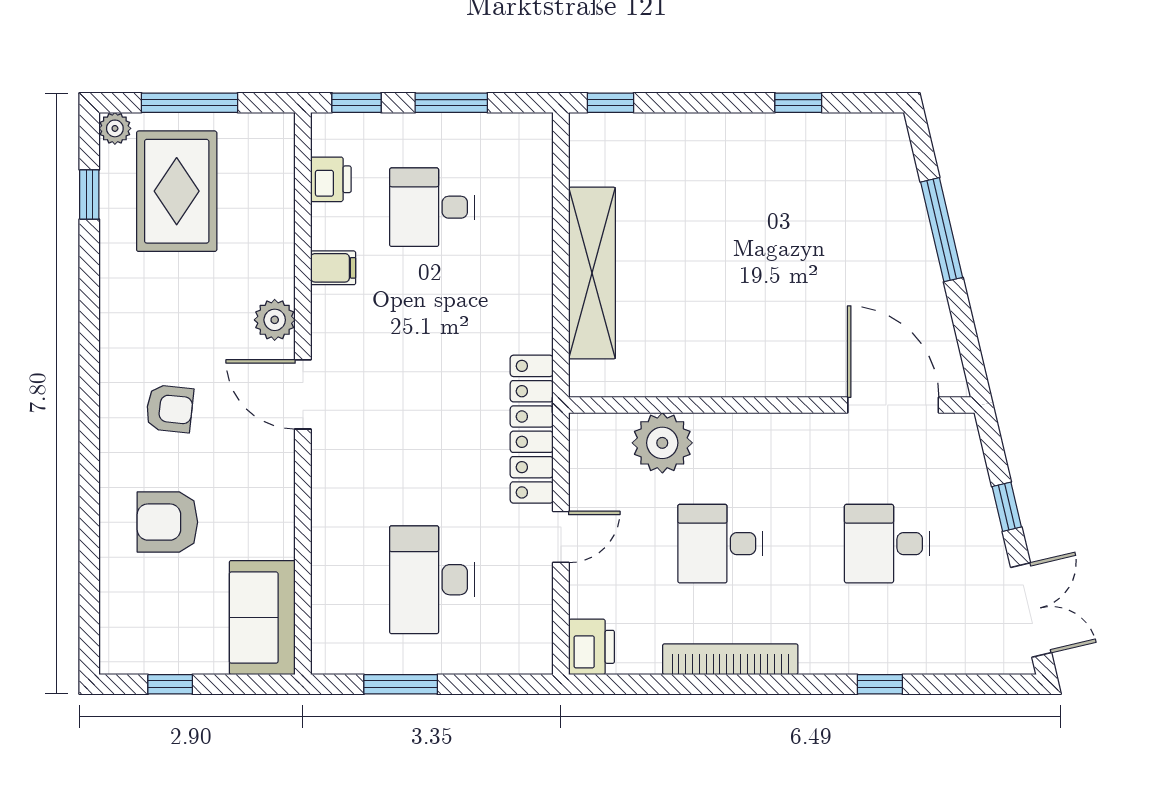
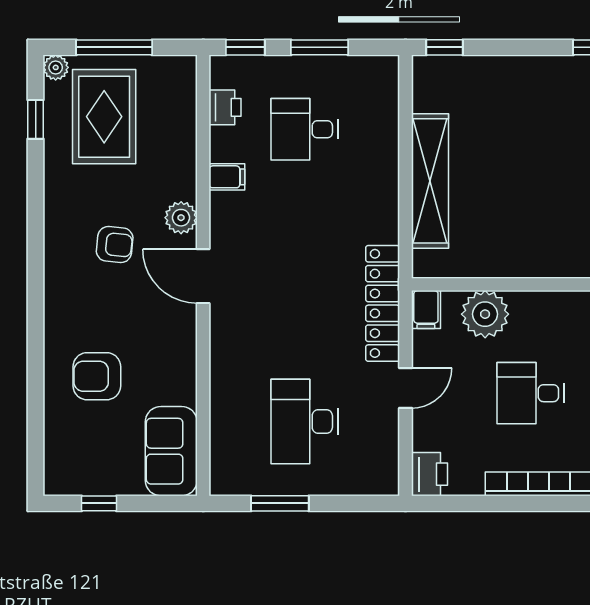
armchair: (170, 409) -> (115, 245), moved
filing cabinet: (587, 437) -> (426, 310), added

